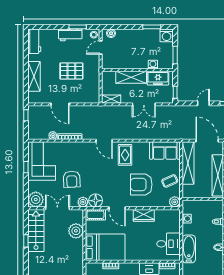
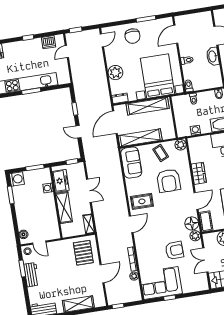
pallet: (71, 71) -> (83, 253), moved
plant: (36, 199) -> (200, 283), removed

